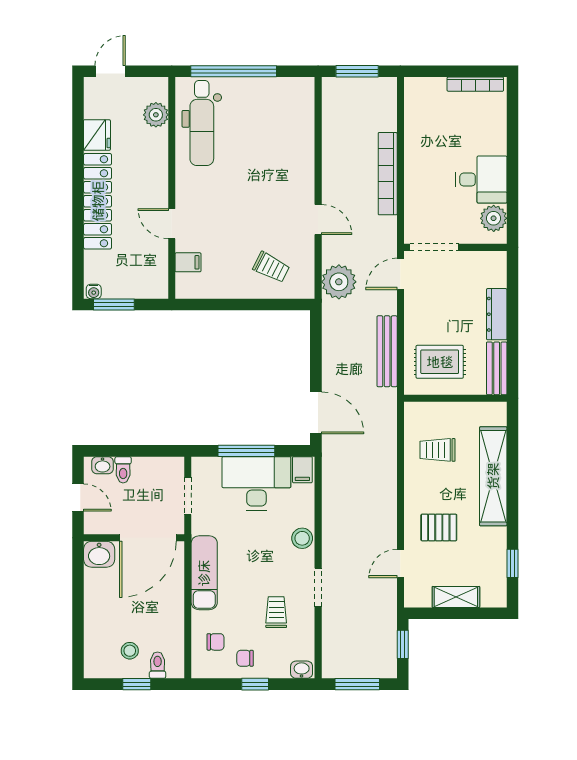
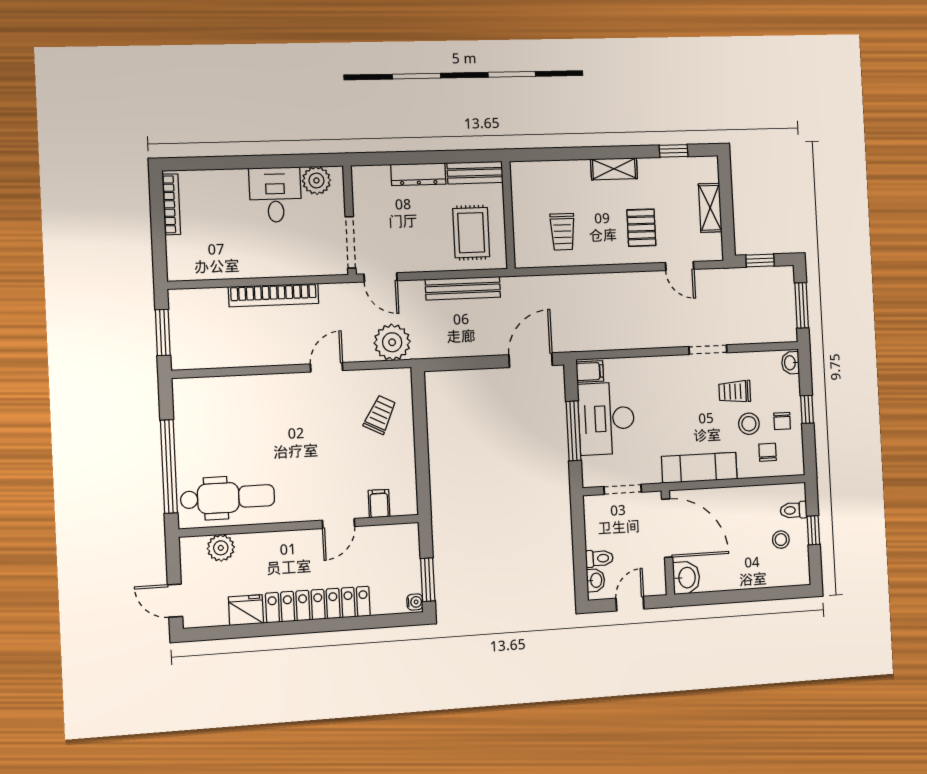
shelving: (493, 476) -> (614, 169), width x0.45, depth x0.75
stool: (302, 538) -> (749, 424), moved

